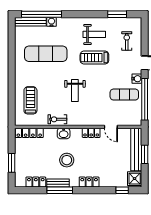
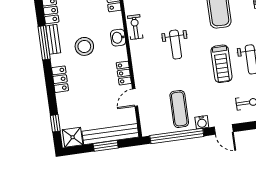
treadmill: (94, 58) -> (222, 64), turned 180
weight bench: (75, 90) -> (176, 45), turned -90

